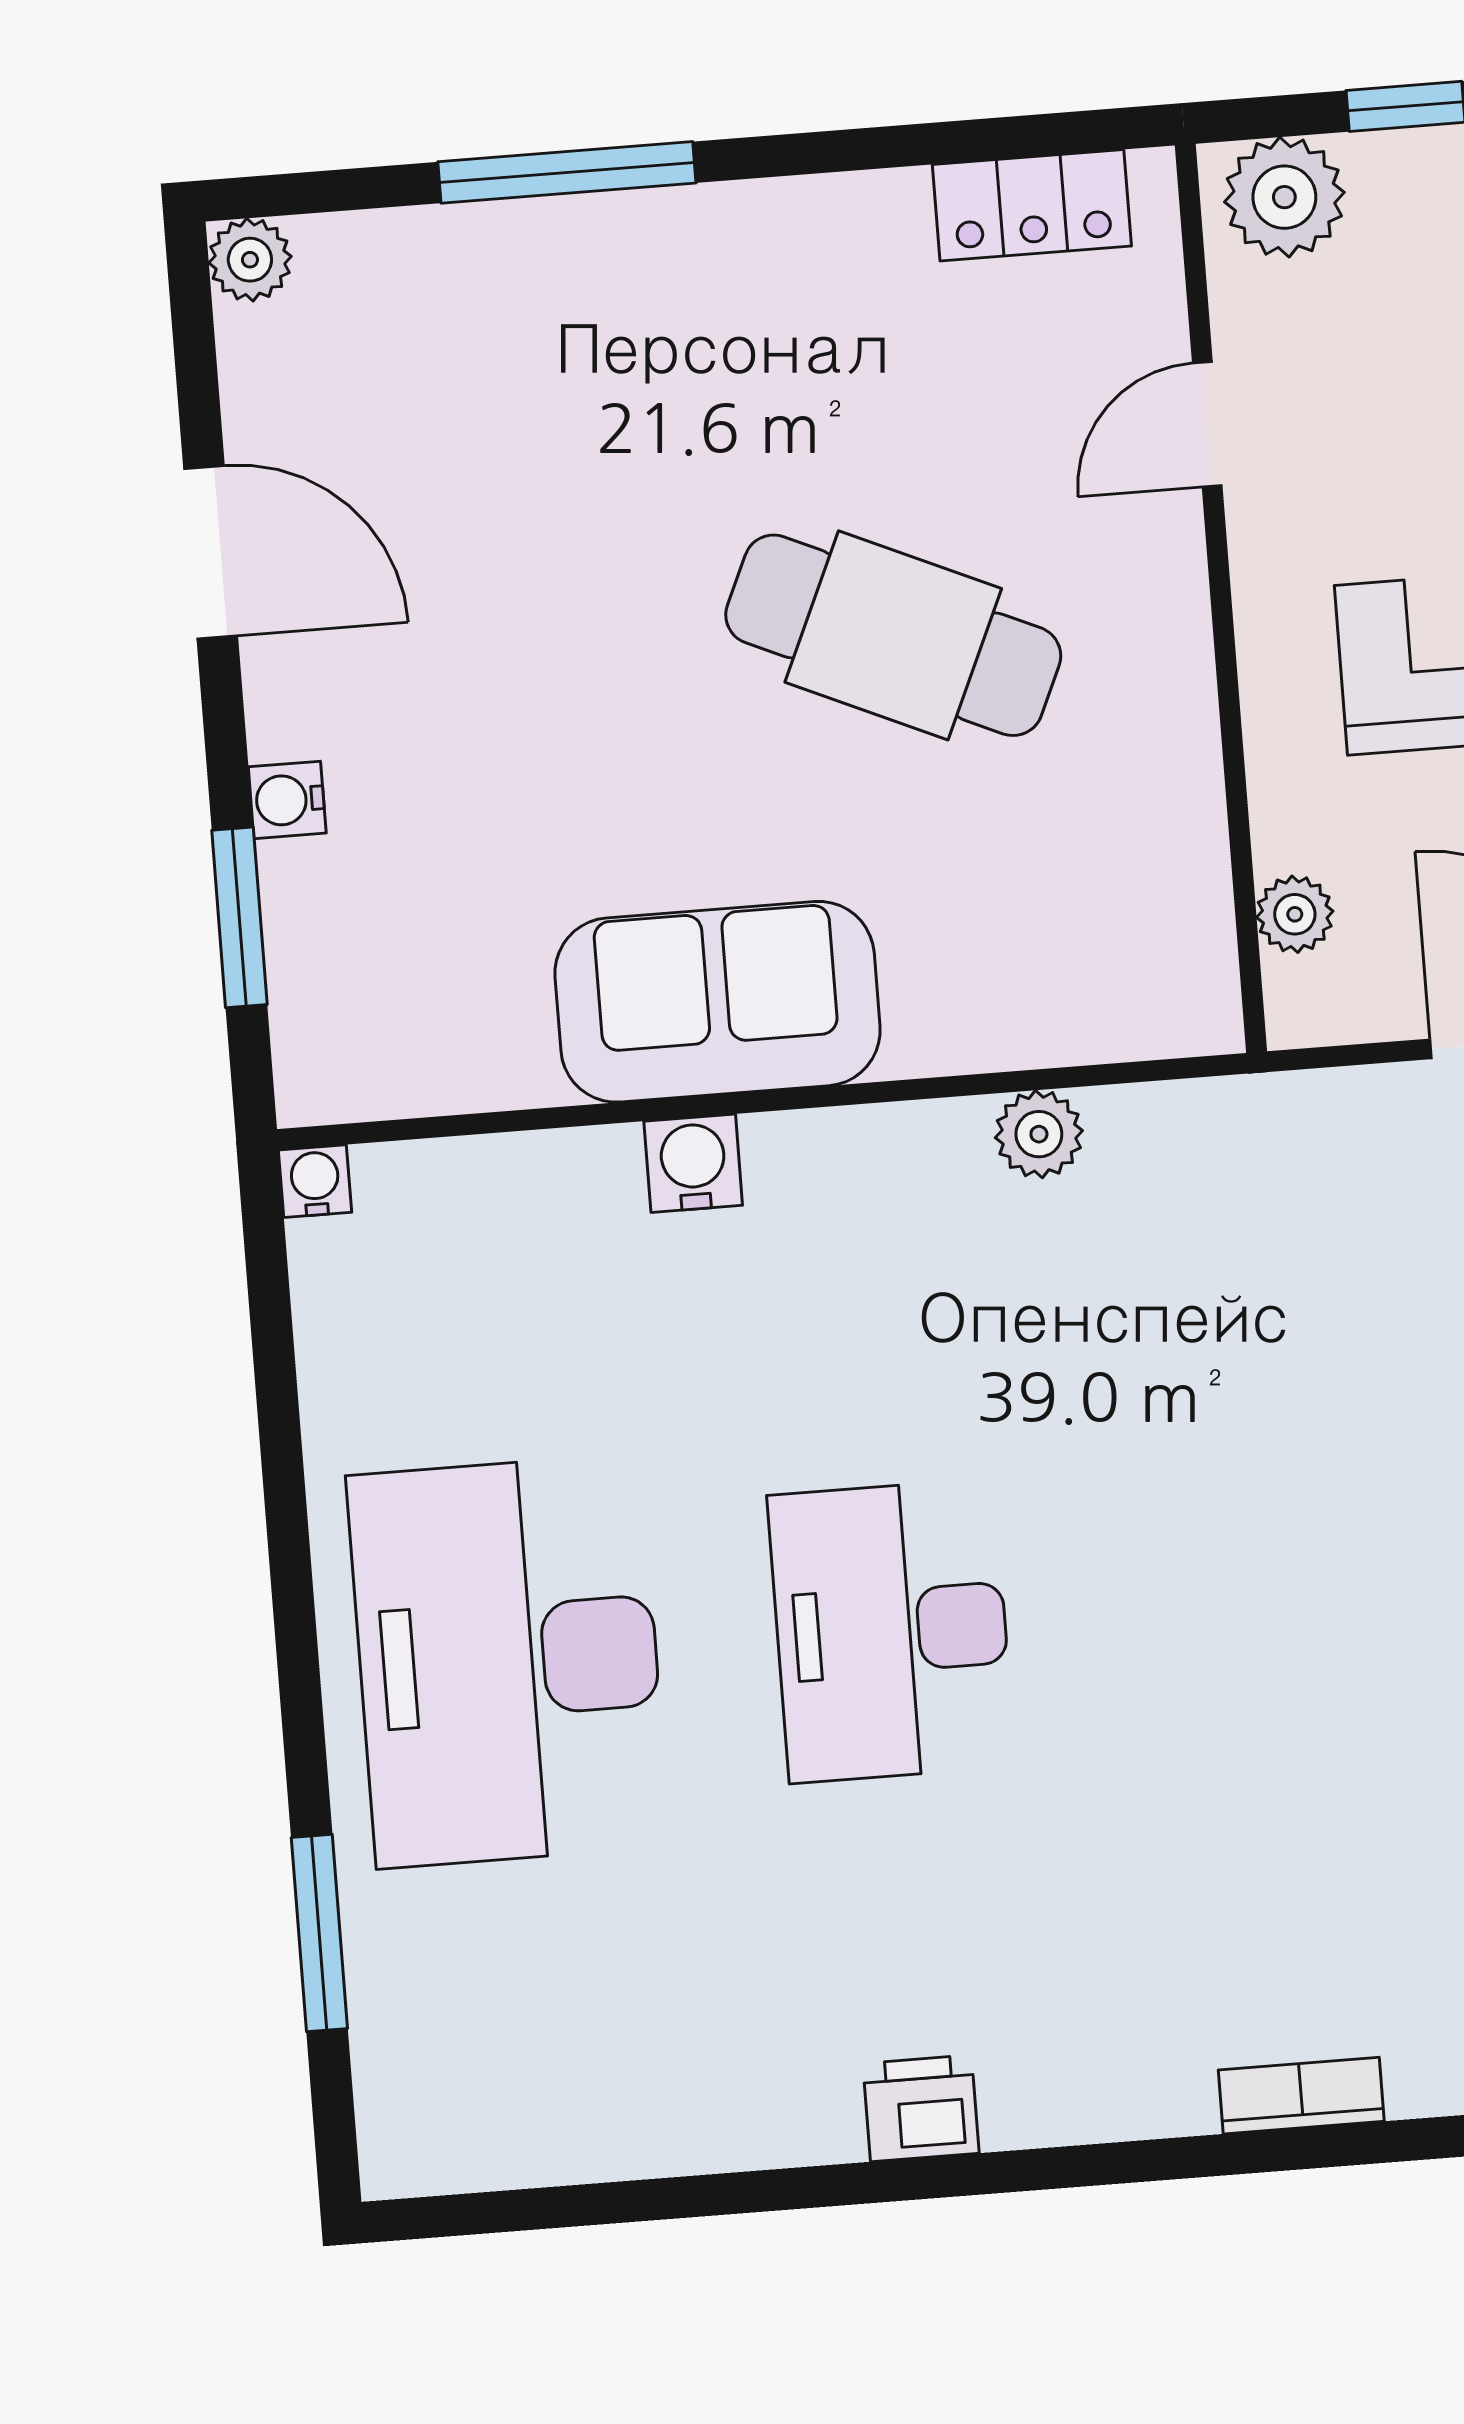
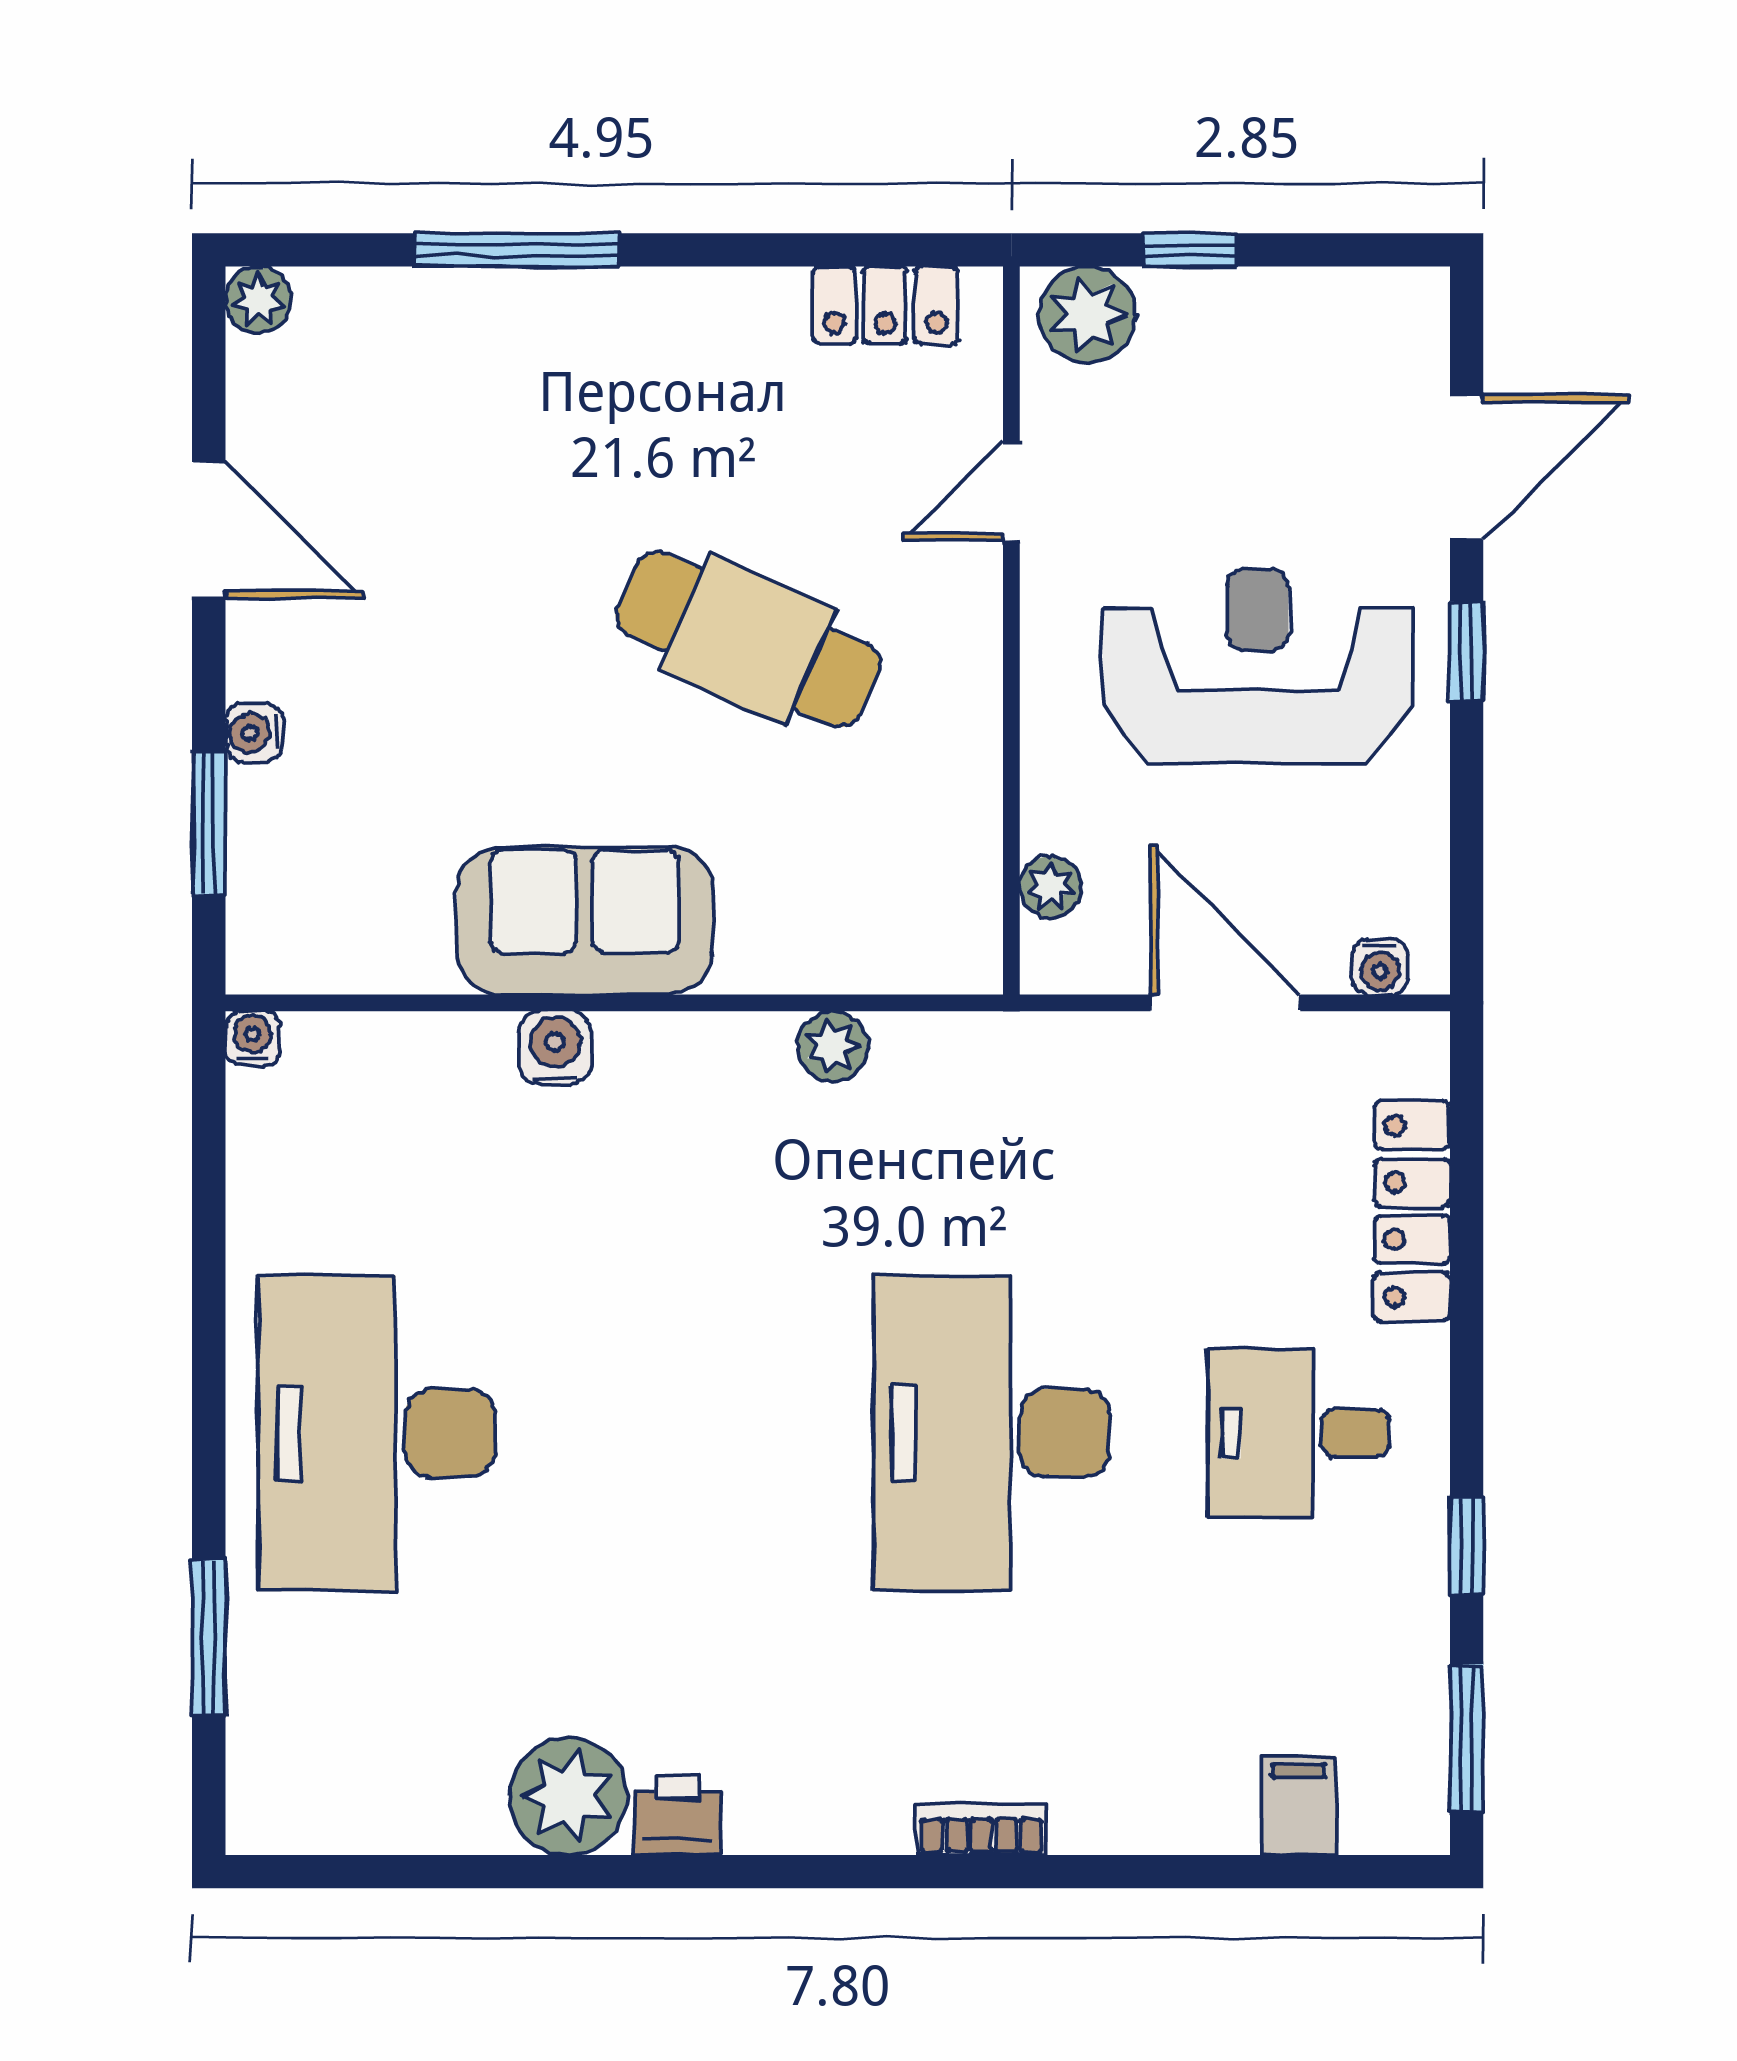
desk: (891, 1631) -> (991, 1433), moved, width x1.36, depth x1.30
plant: (783, 2095) -> (568, 1796), added

